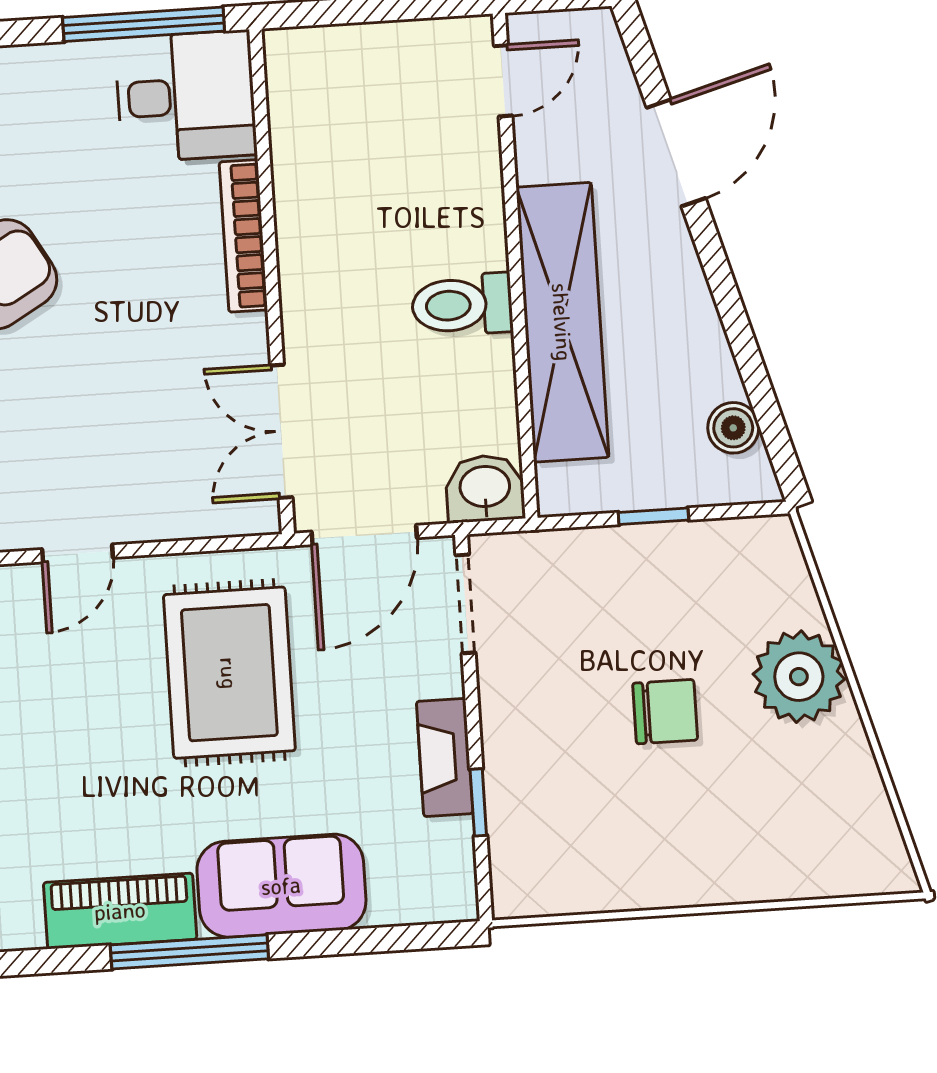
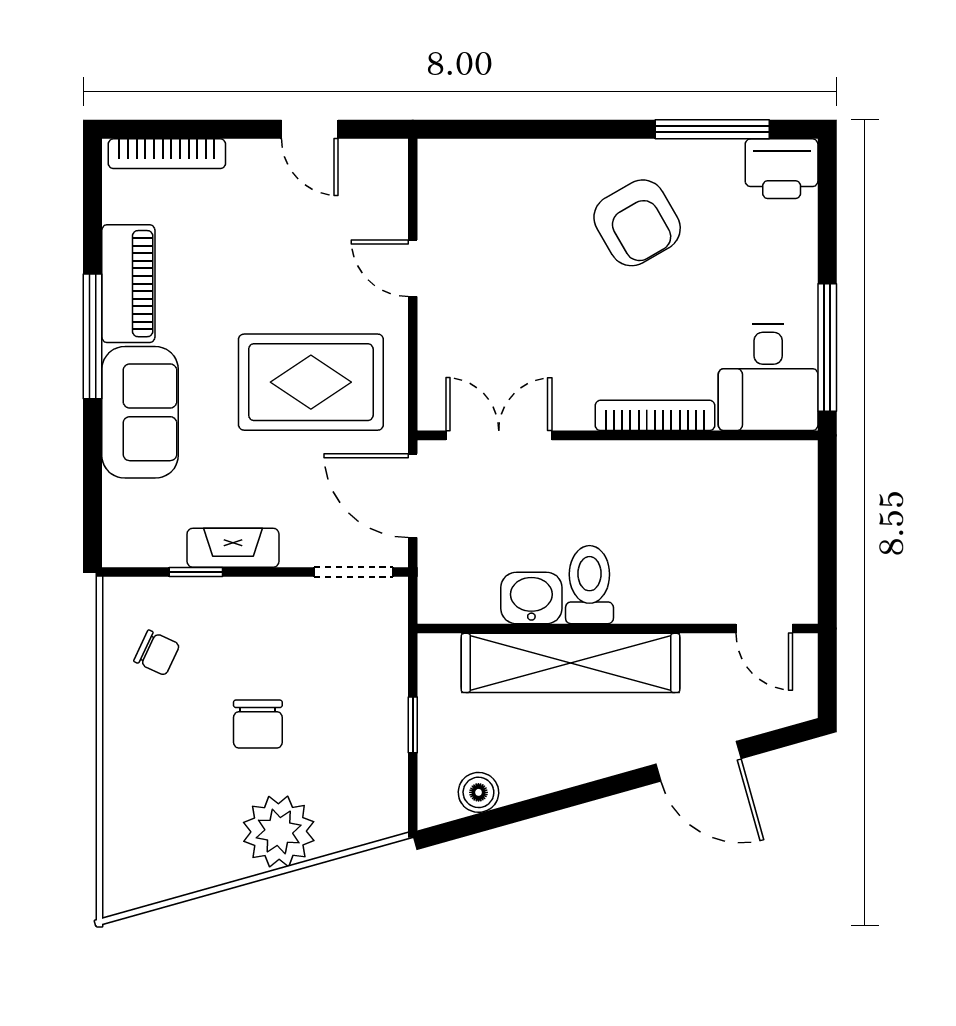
washbasin: (485, 488) -> (531, 598), moved, turned -90
chair: (583, 845) -> (157, 653), added

